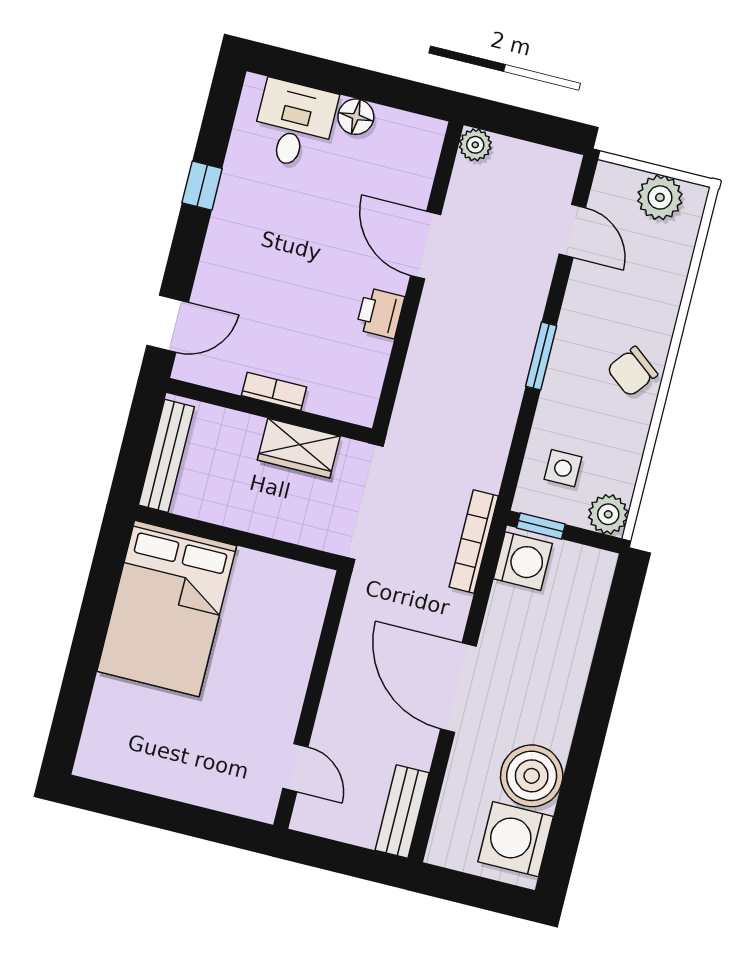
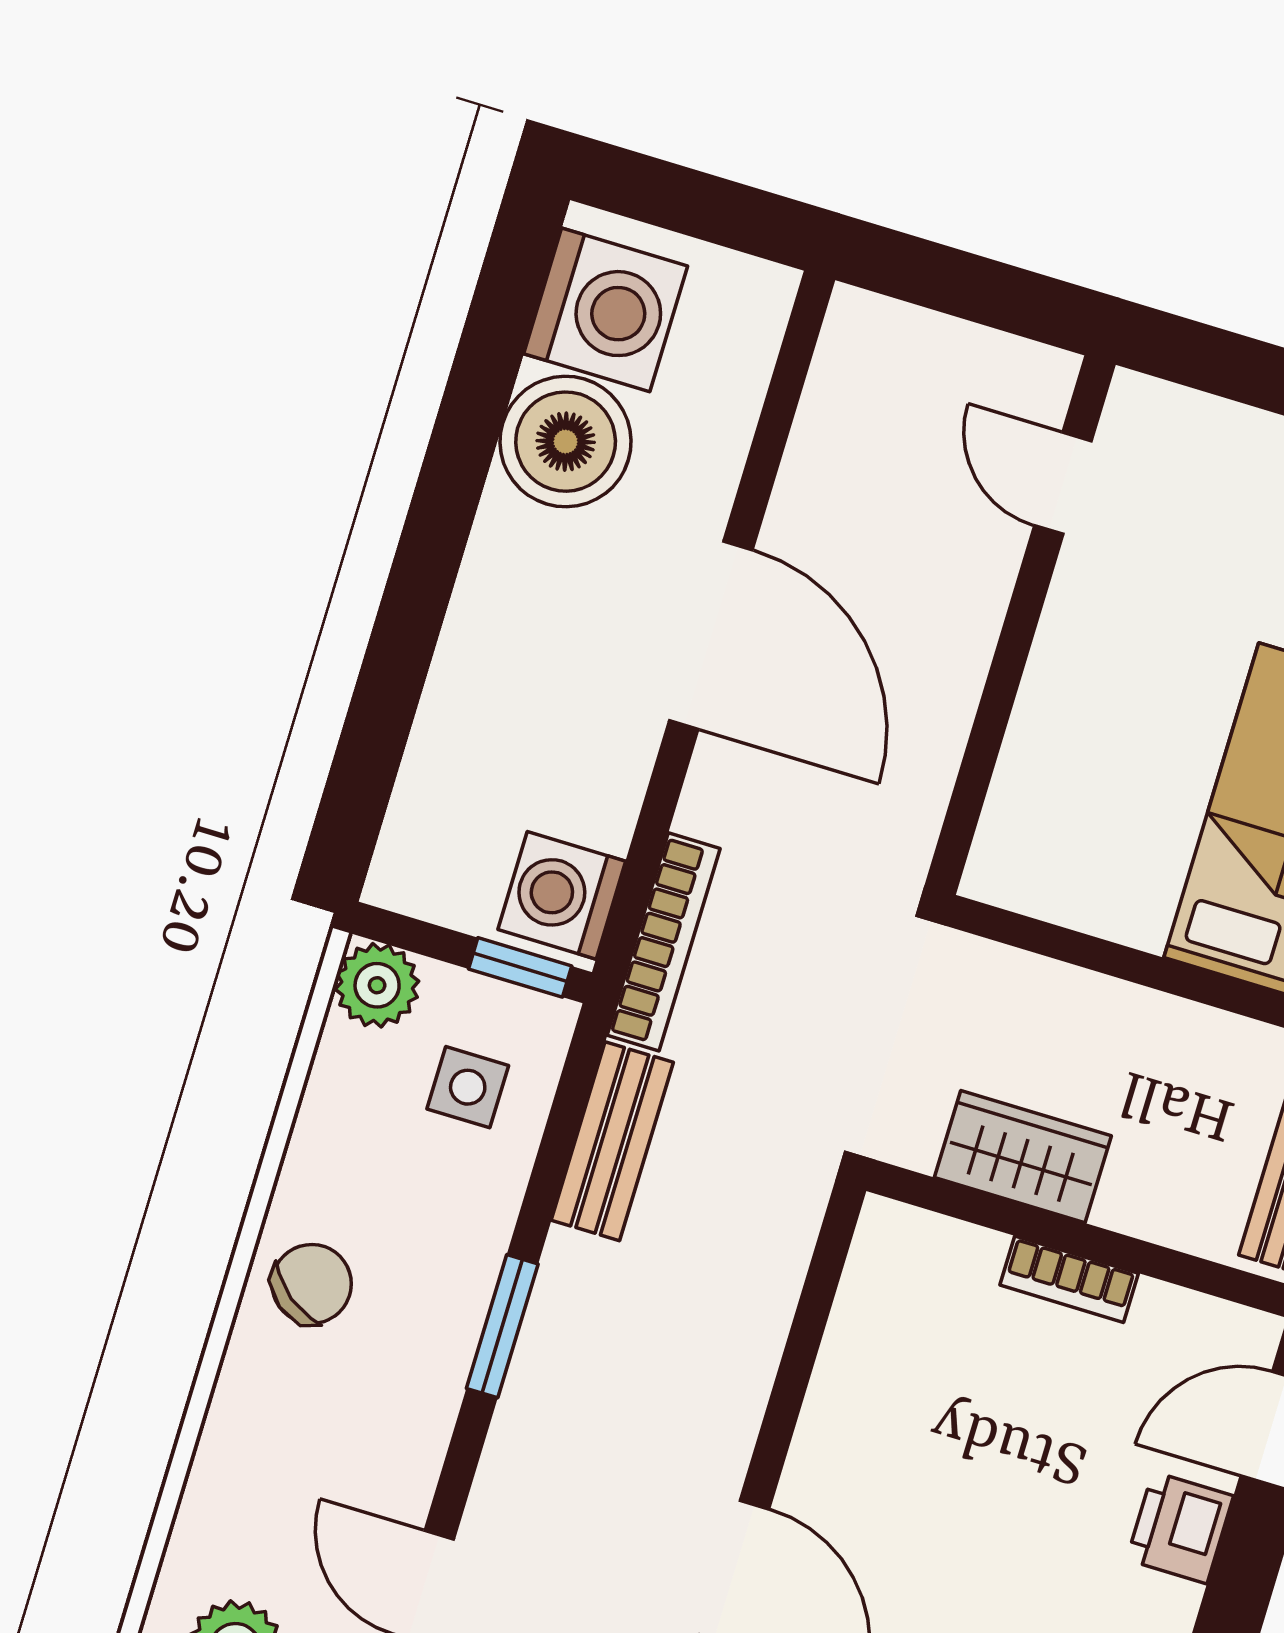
printer: (380, 313) -> (1180, 1528), moved, turned 180
bench: (402, 812) -> (612, 1141), moved

